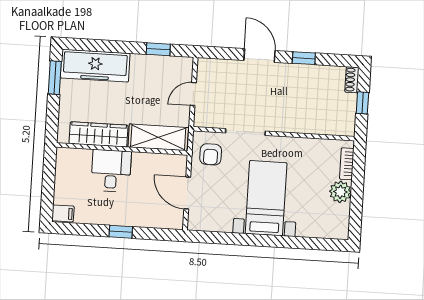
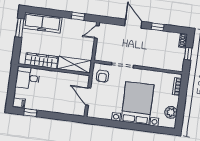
door: (193, 94) -> (97, 32), moved
desk: (111, 171) -> (28, 78), moved, turned -90
plant: (340, 192) -> (171, 112), moved
bed with nightstands: (266, 198) -> (137, 103), width x1.36
window: (121, 232) -> (30, 113), moved

